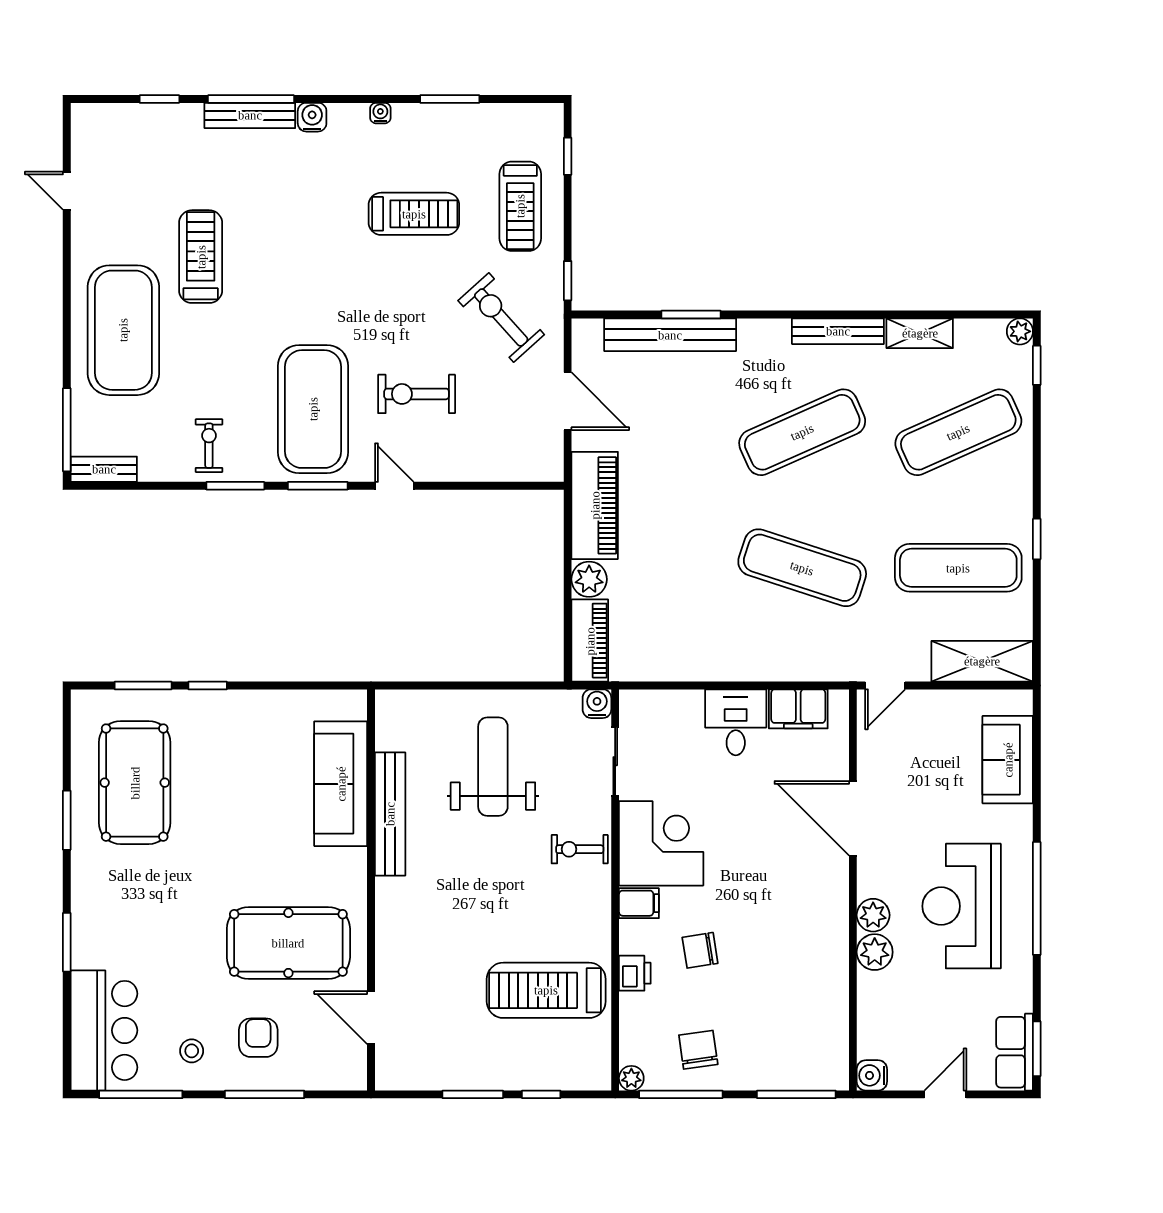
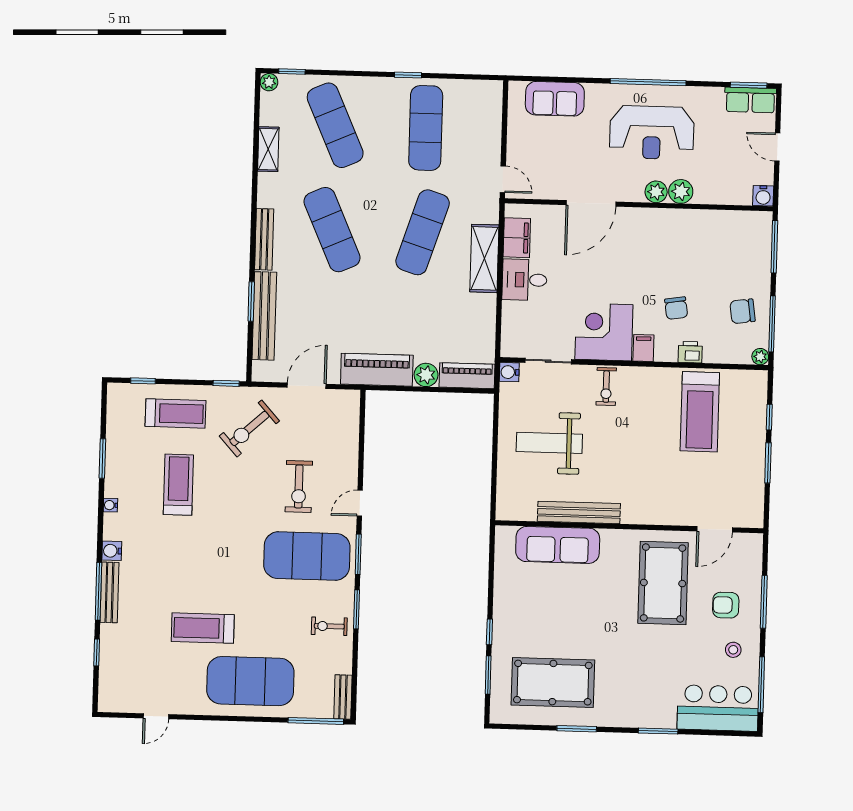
bench: (838, 331) -> (264, 239), moved
shelving: (982, 661) -> (484, 258), moved

